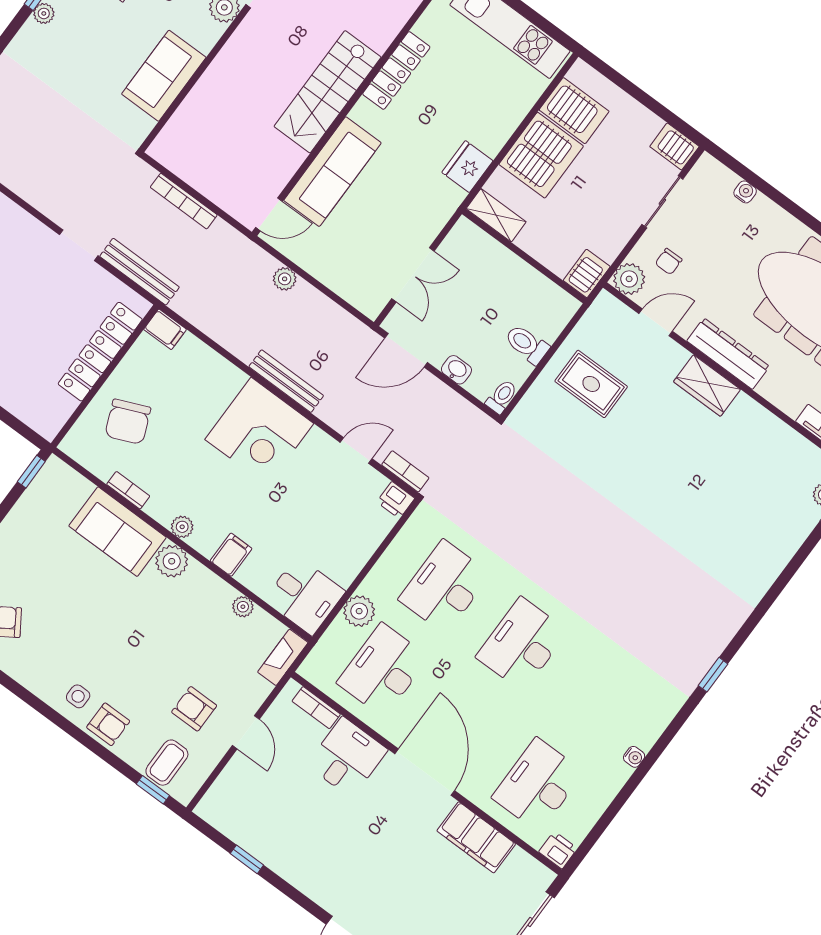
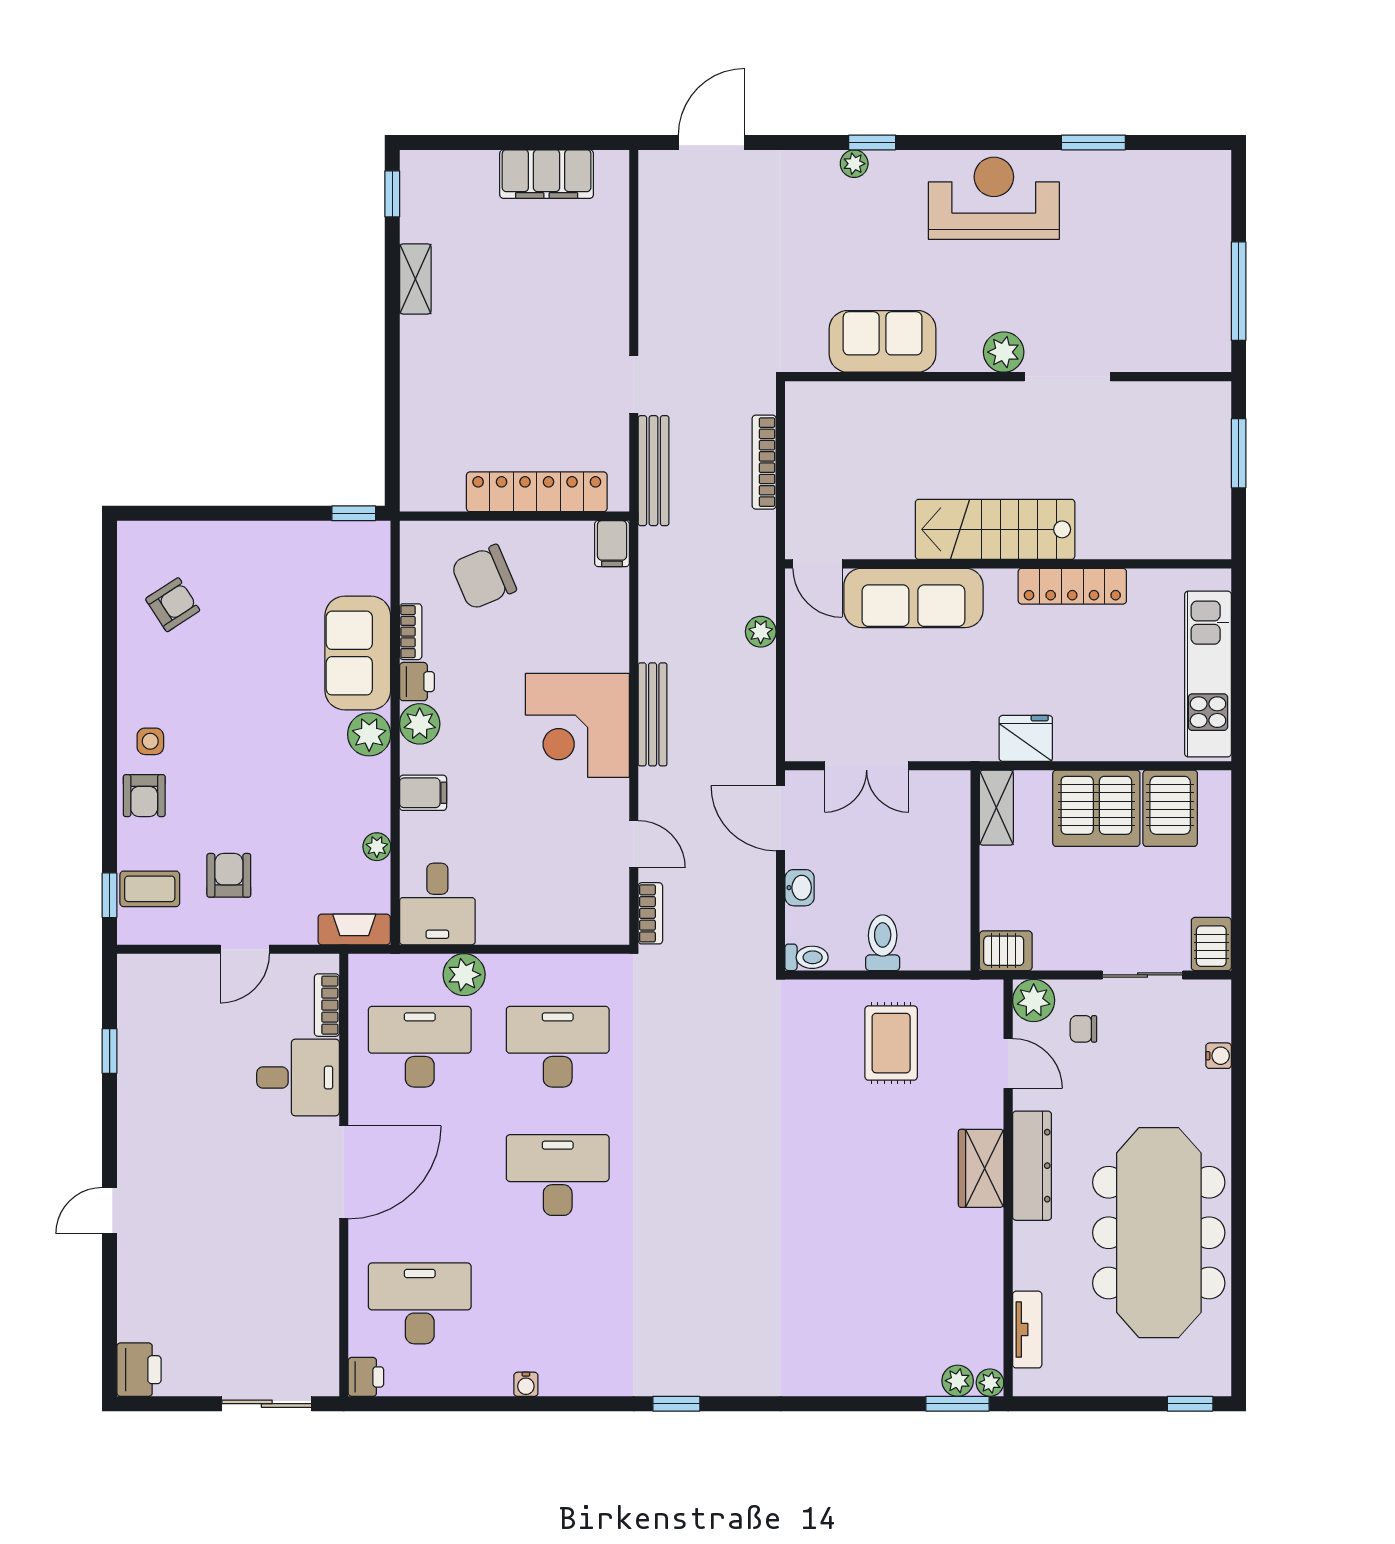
printer: (396, 500) -> (417, 682), moved, turned 180
plant: (182, 527) -> (420, 724), width x1.38, depth x1.38
filing cabinet: (476, 837) -> (315, 1279), removed

